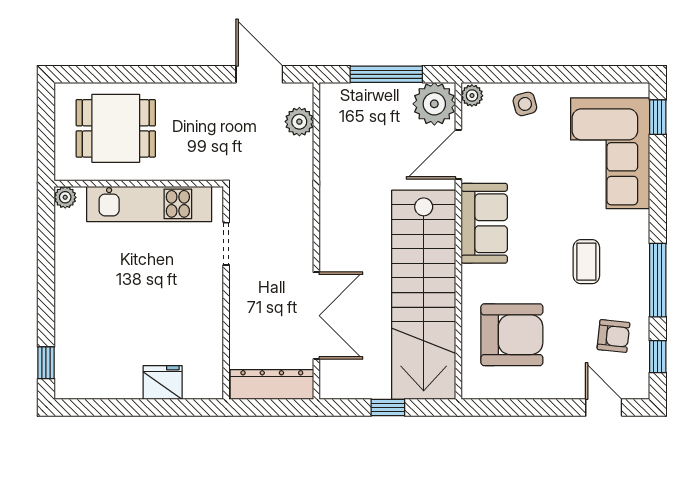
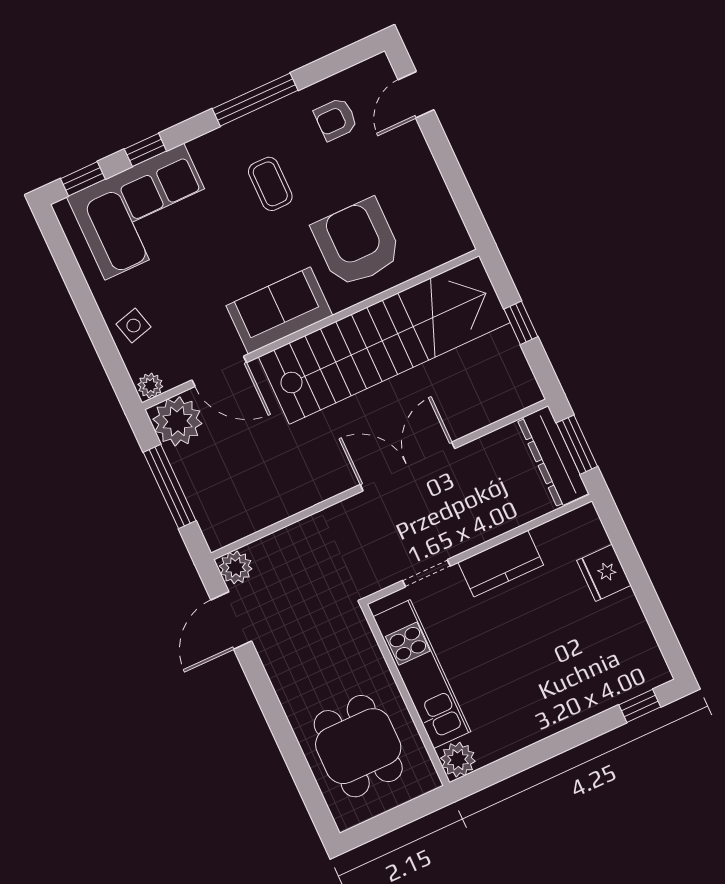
plant: (299, 122) -> (236, 567), moved
plant: (65, 197) -> (458, 760), width x1.38, depth x1.38
coffee table: (586, 262) -> (270, 184), turned 90
kitchen counter: (207, 305) -> (501, 564), added
double door: (316, 316) -> (407, 467), moved
armchair: (512, 335) -> (357, 243), moved
armchair: (613, 336) -> (336, 119), turned -96
window: (658, 357) -> (145, 150), moved
window: (273, 407) -> (577, 445), added

